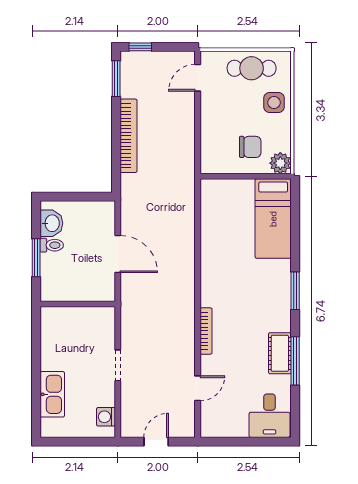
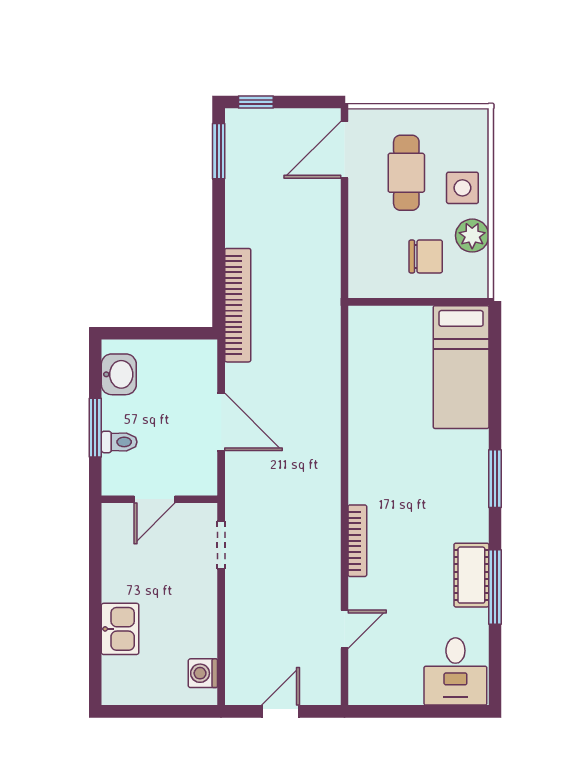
cafe table: (252, 68) -> (406, 173), moved, turned 90
door: (198, 78) -> (344, 150), width x1.38
bookcase: (128, 136) -> (238, 305), moved
plant: (280, 163) -> (472, 236), moved
toilet: (52, 245) -> (119, 442), moved
door: (75, 304) -> (155, 499), added
doorway: (118, 365) -> (221, 545), moved
kitchen sink: (52, 394) -> (120, 629), width x0.73

